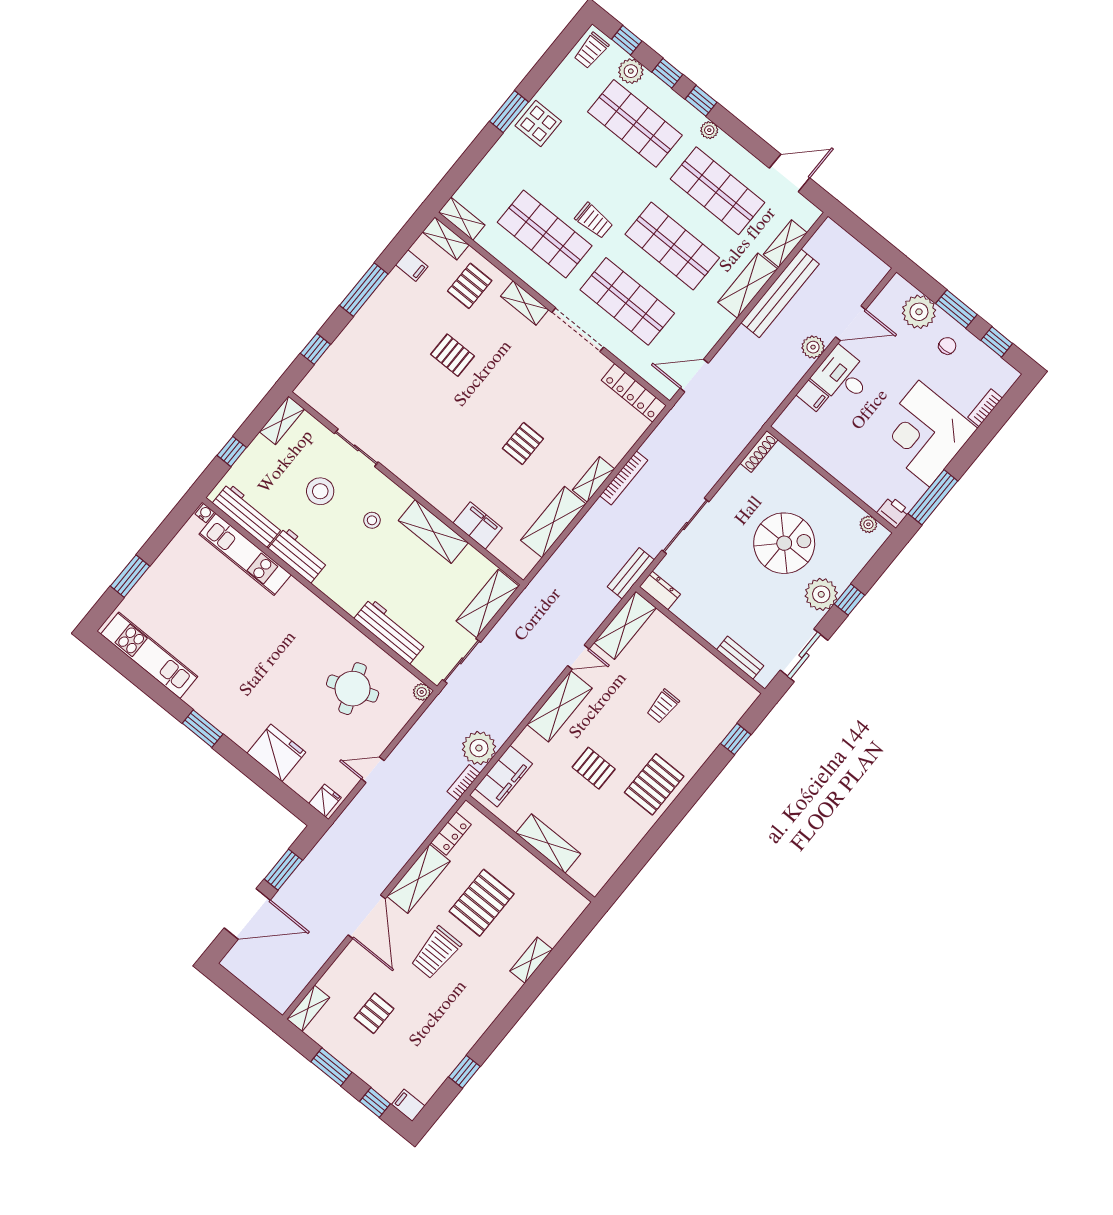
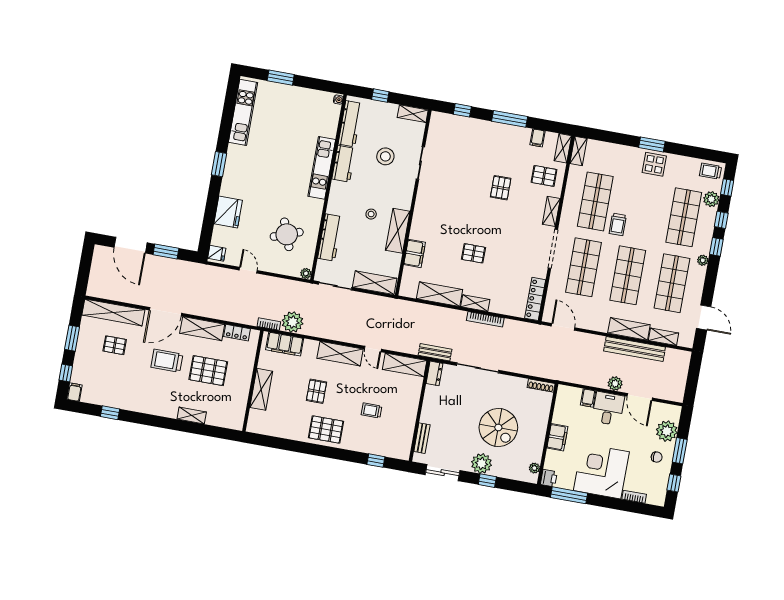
filing cabinet: (843, 469) -> (557, 437), added
stool: (372, 520) -> (371, 214), moved
kitchen unit: (245, 554) -> (322, 168), moved
shelving: (308, 1008) -> (113, 312), width x2.20, depth x1.33

